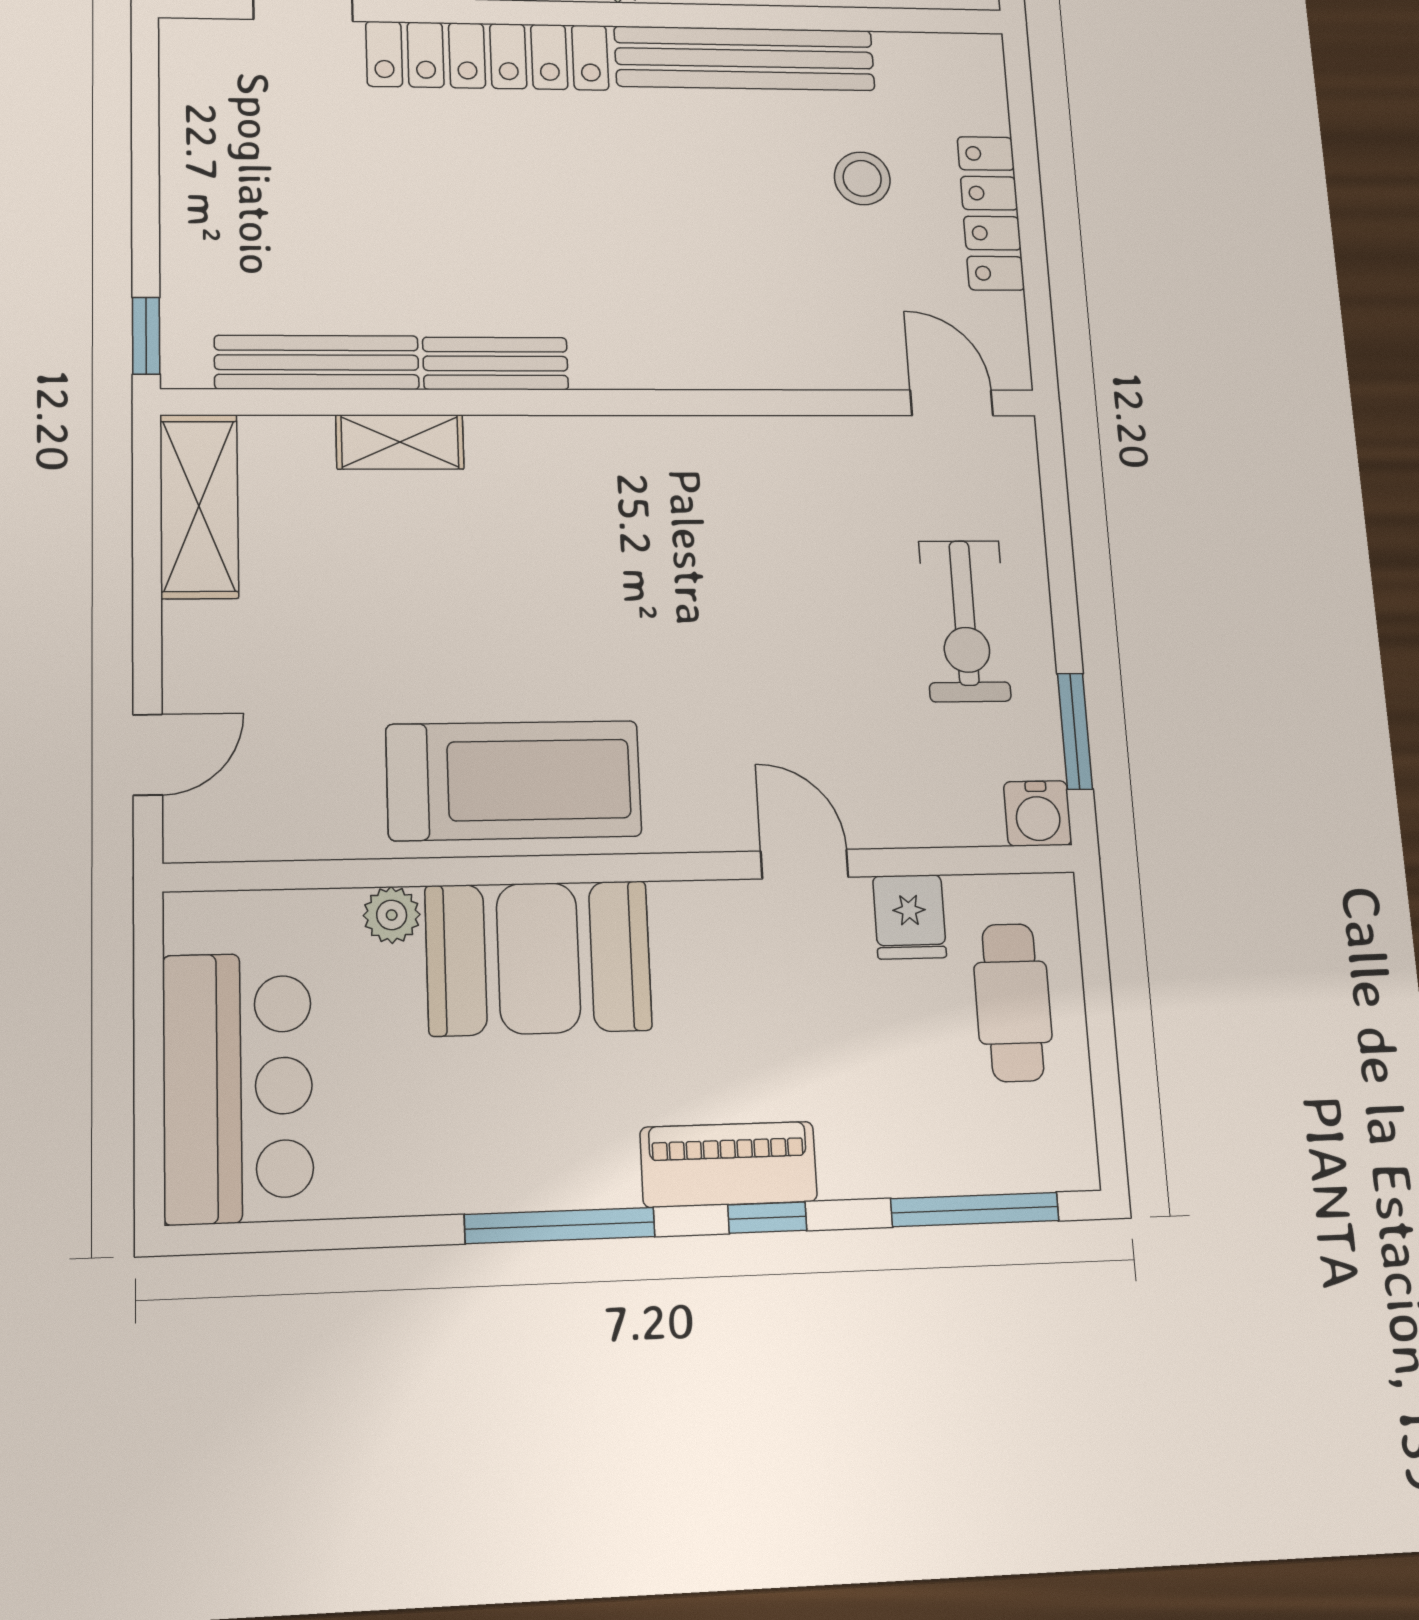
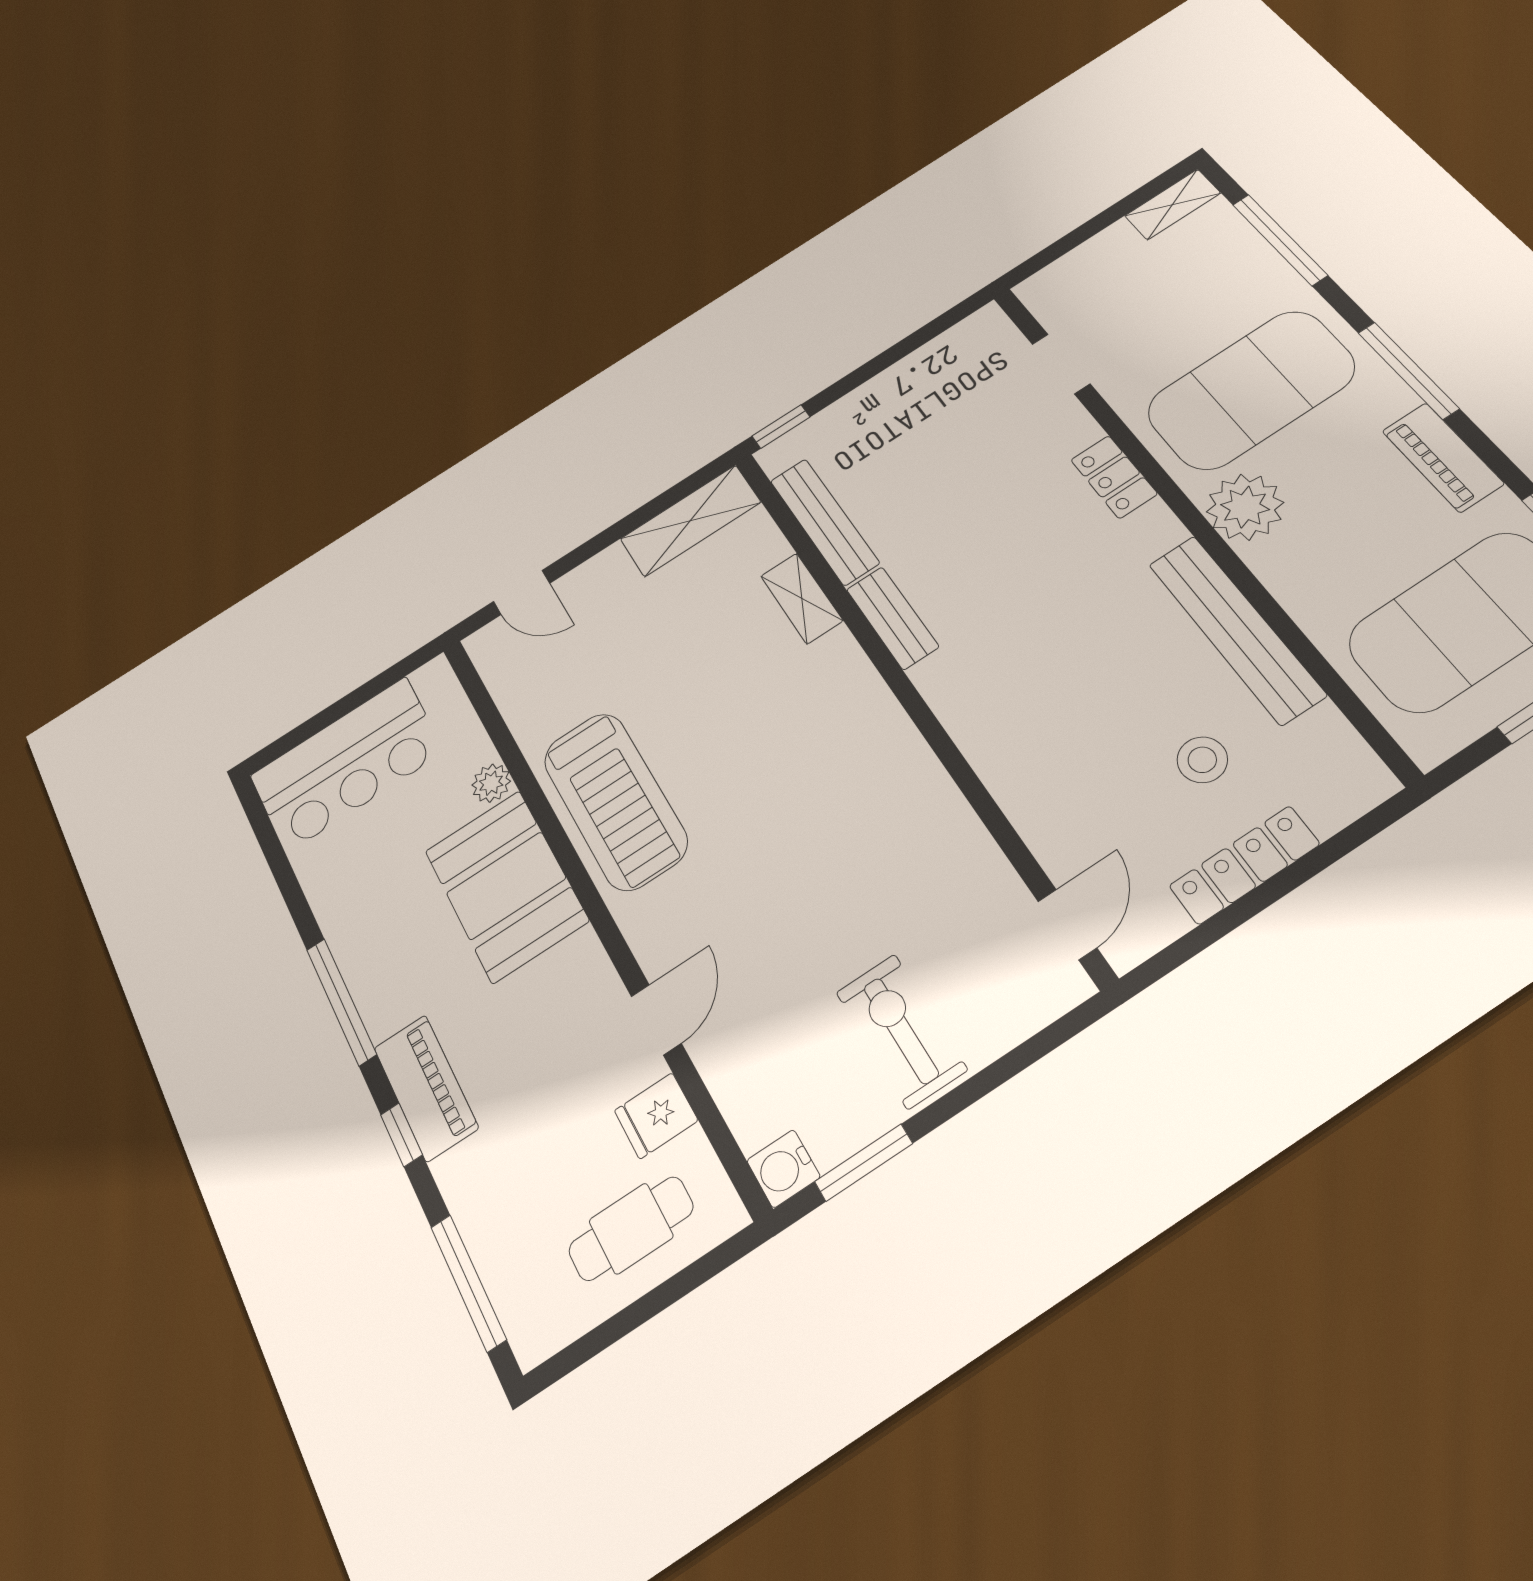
locker: (488, 56) -> (1114, 477), width x0.46, depth x0.83
exercise bike: (965, 621) -> (901, 1031), turned 90

